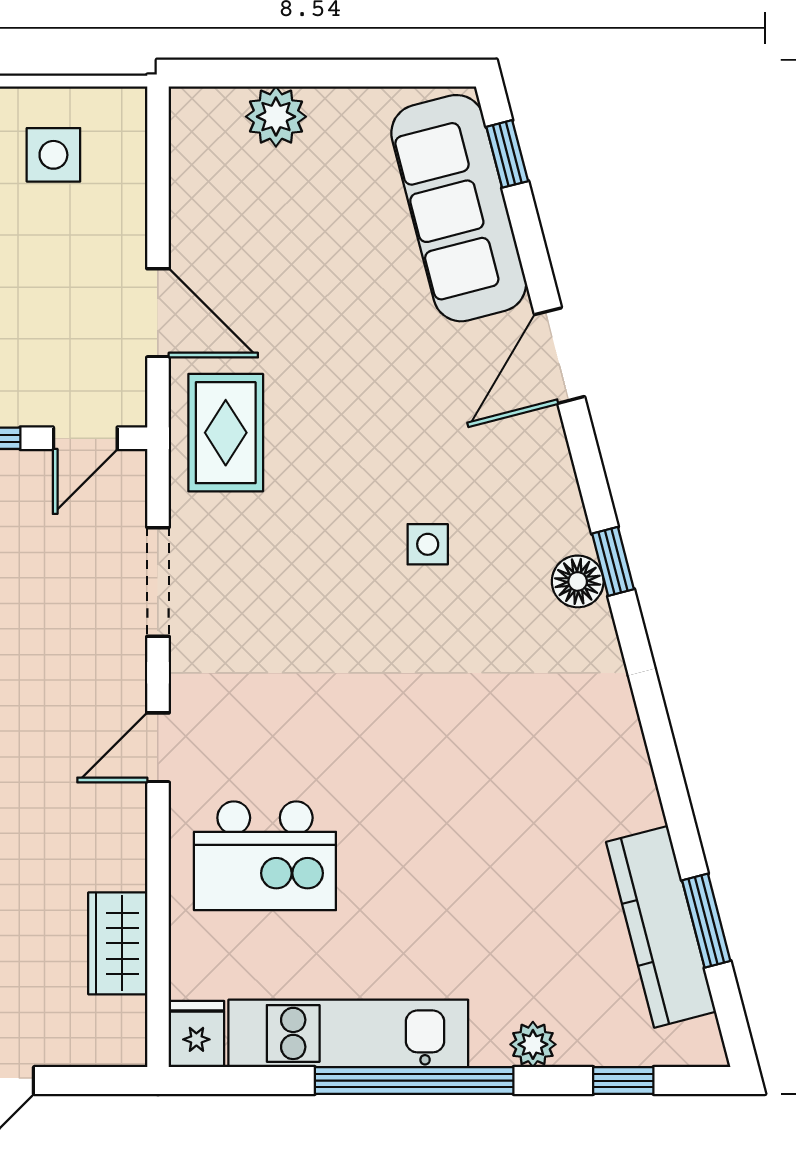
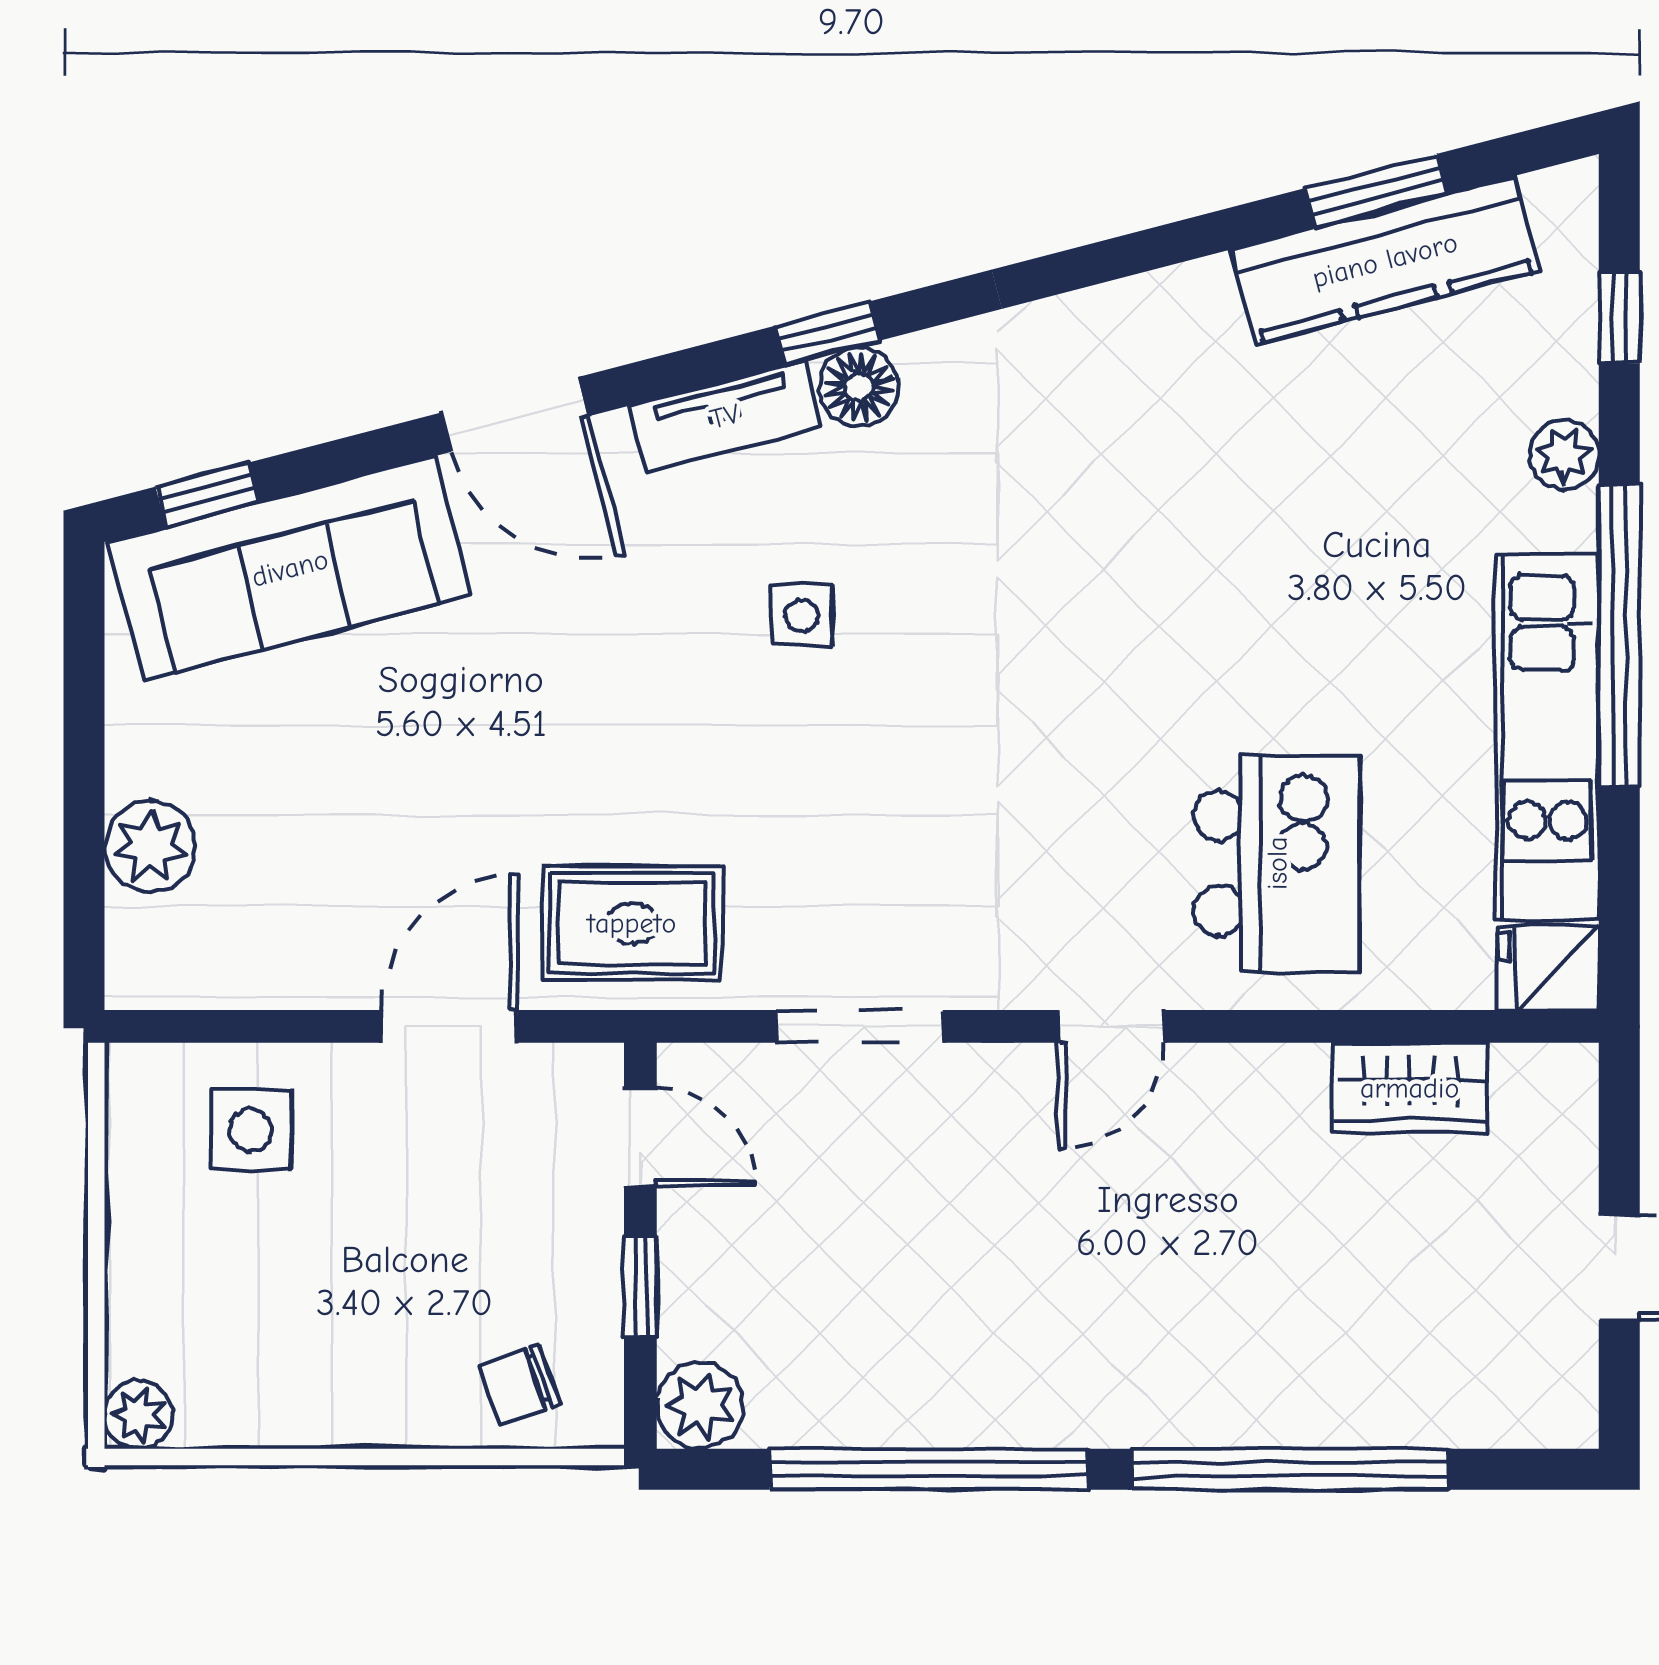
side table: (53, 155) -> (251, 1130), moved
tv unit: (558, 494) -> (725, 416), added
door: (158, 747) -> (1112, 1026), hinge flipped

